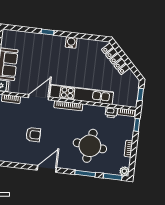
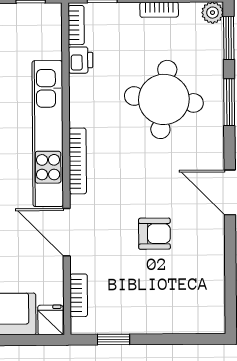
armchair: (33, 135) -> (154, 234), turned 90

